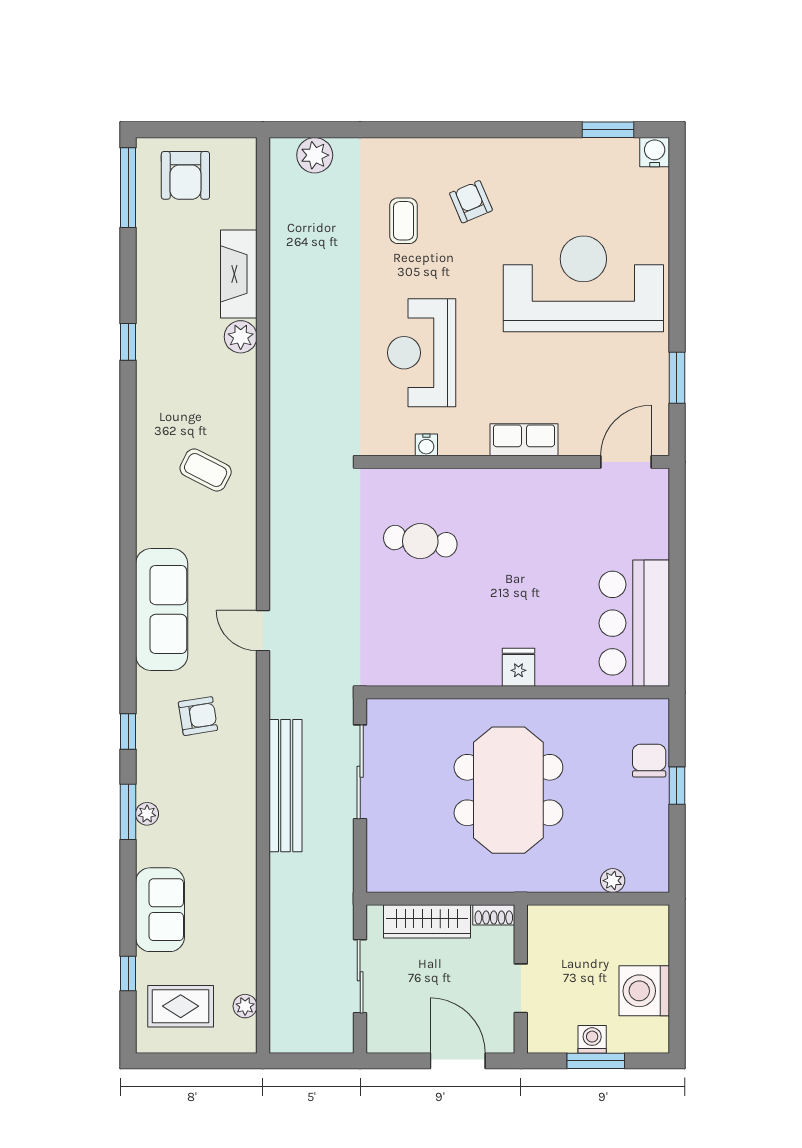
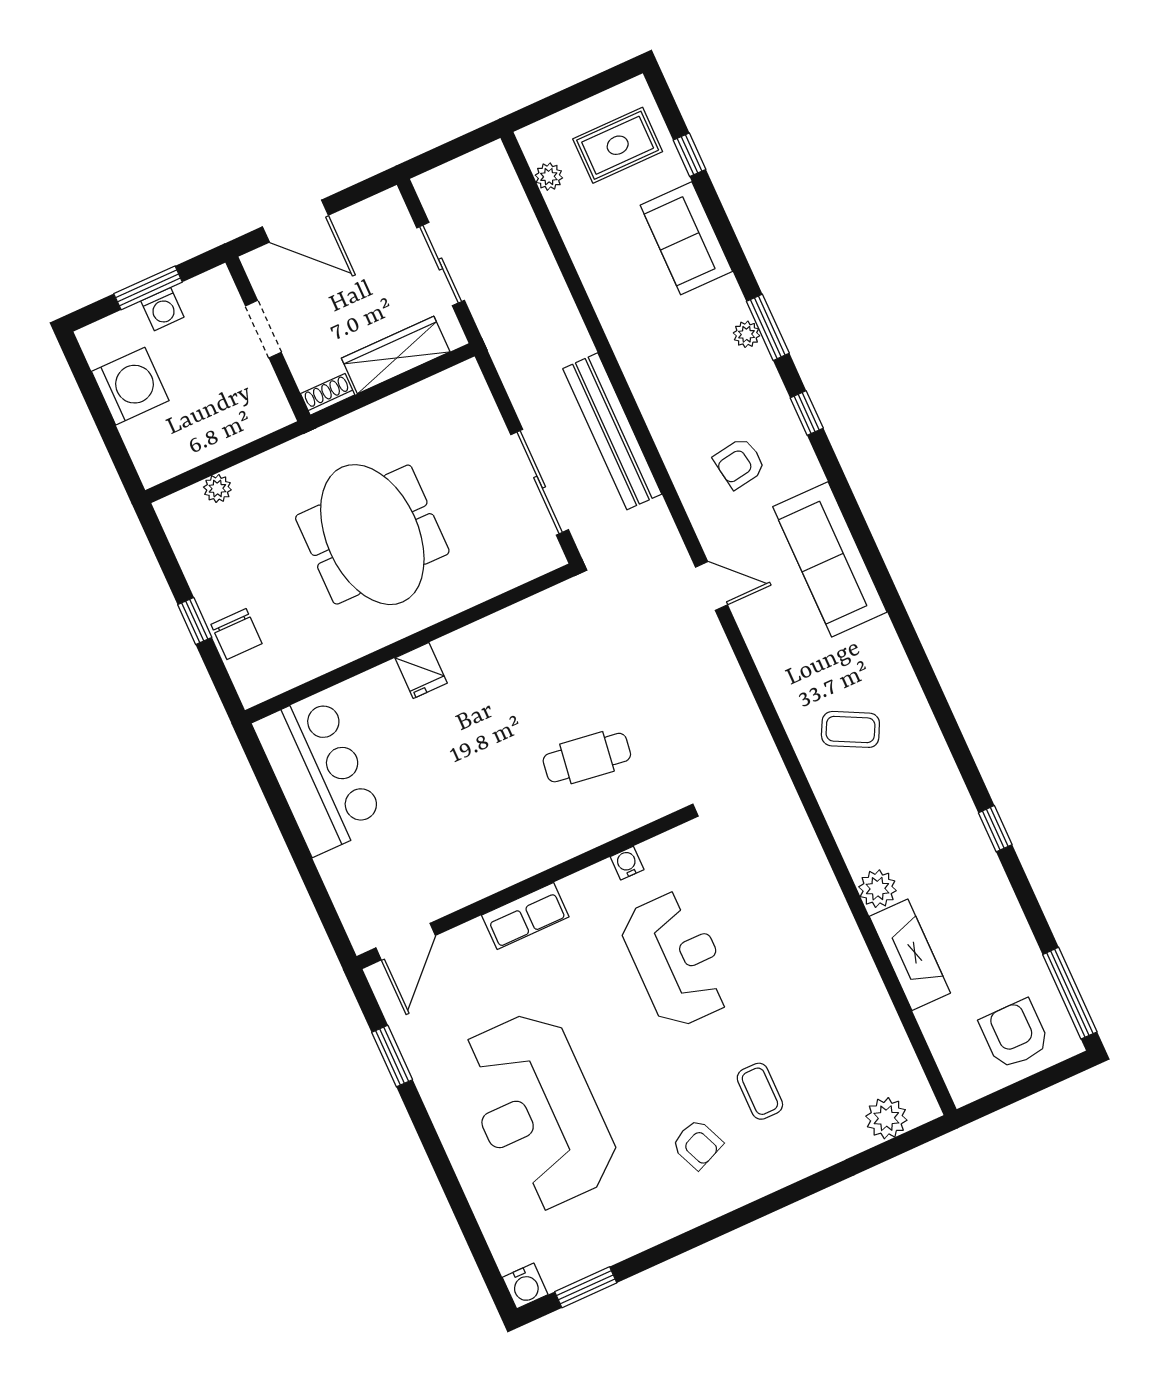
reception desk: (583, 284) -> (537, 1111), turned 90

